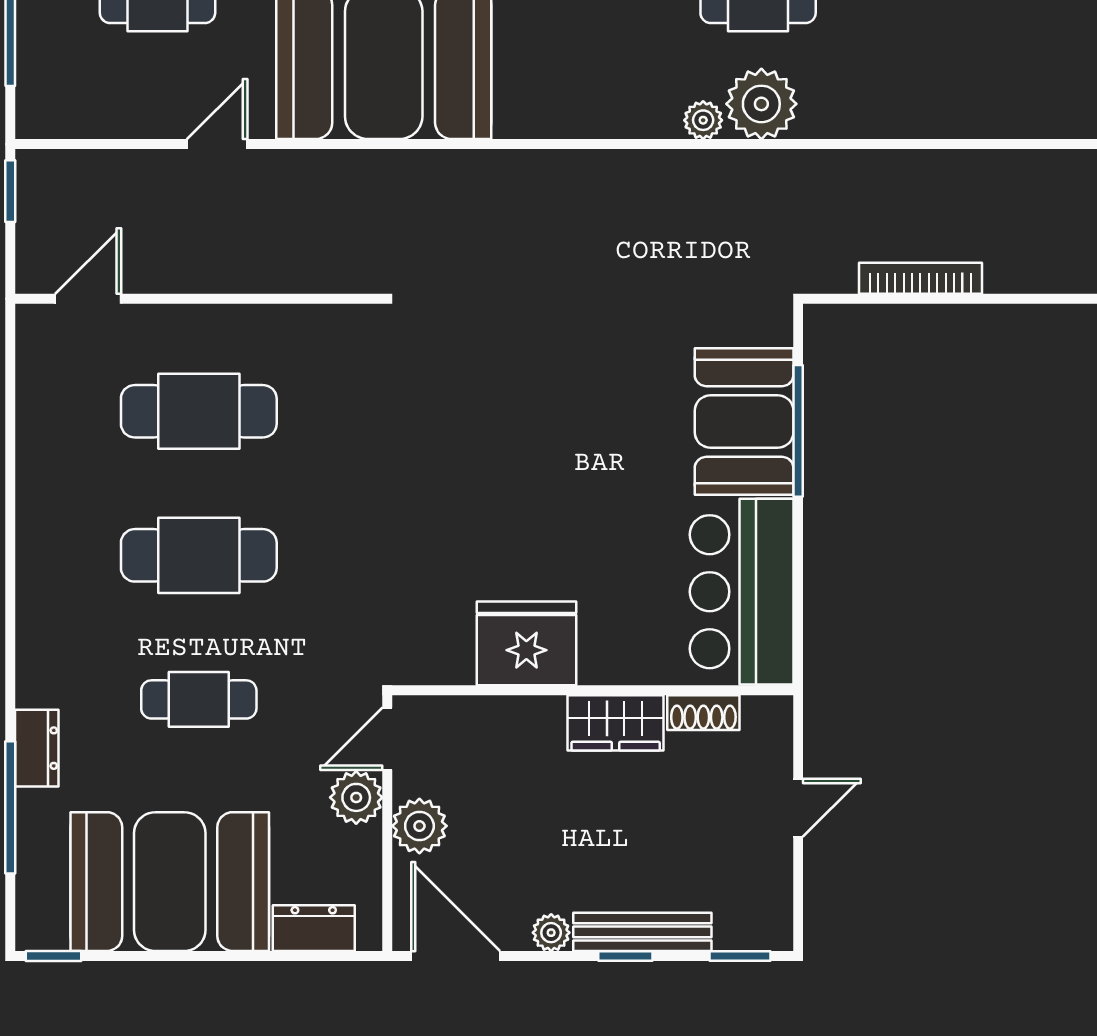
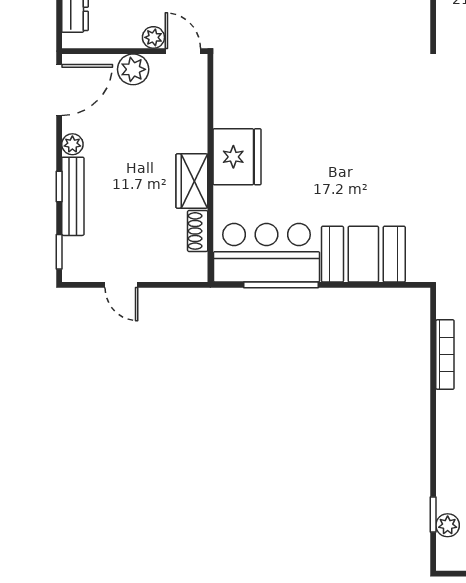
window: (798, 431) -> (281, 285), moved
fridge: (526, 643) -> (237, 157), moved
plant: (356, 797) -> (153, 37), width x0.73, depth x0.73
door: (798, 808) -> (121, 285), moved

